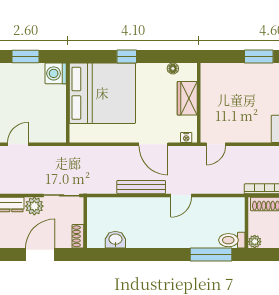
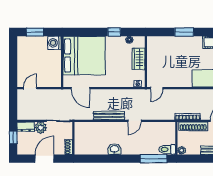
window: (127, 57) -> (114, 32), moved
door: (153, 144) -> (80, 88), moved
washbasin: (115, 240) -> (114, 149), moved

